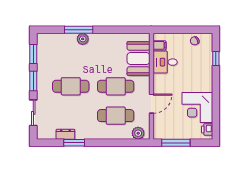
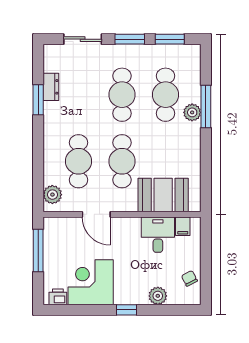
cafe table: (71, 57) -> (166, 95), added
window: (216, 59) -> (126, 310), moved
plant: (206, 62) -> (158, 296), added

